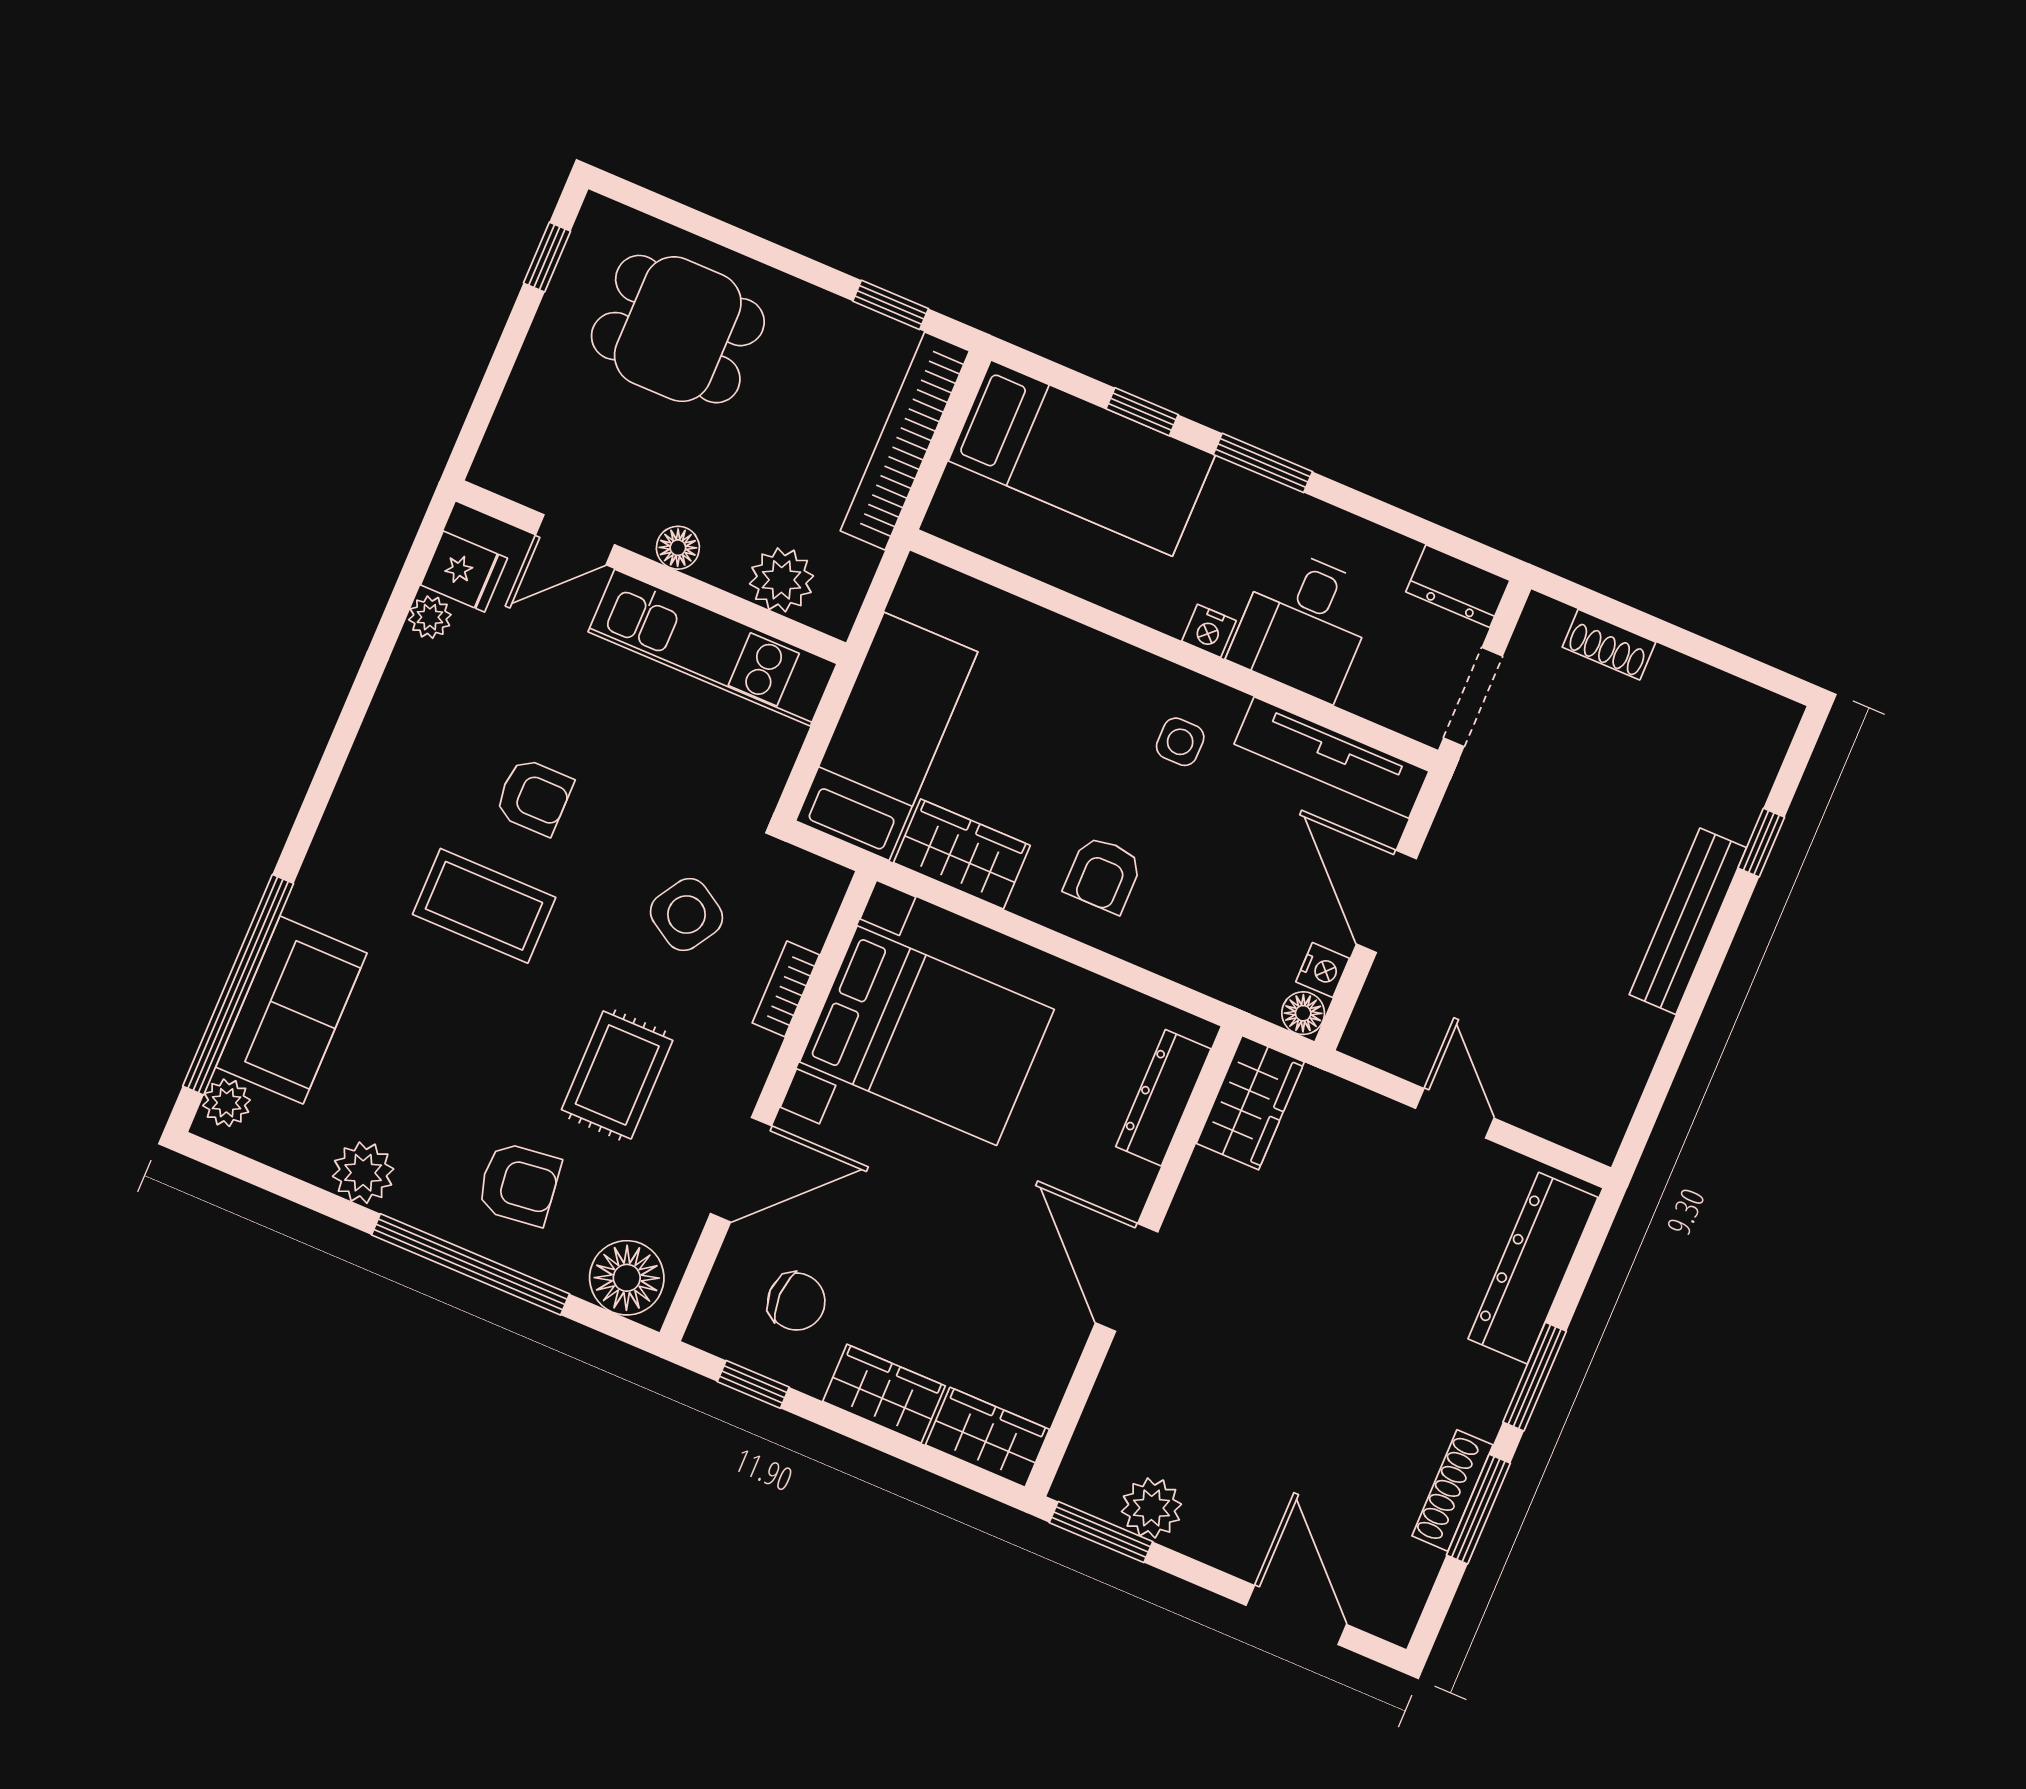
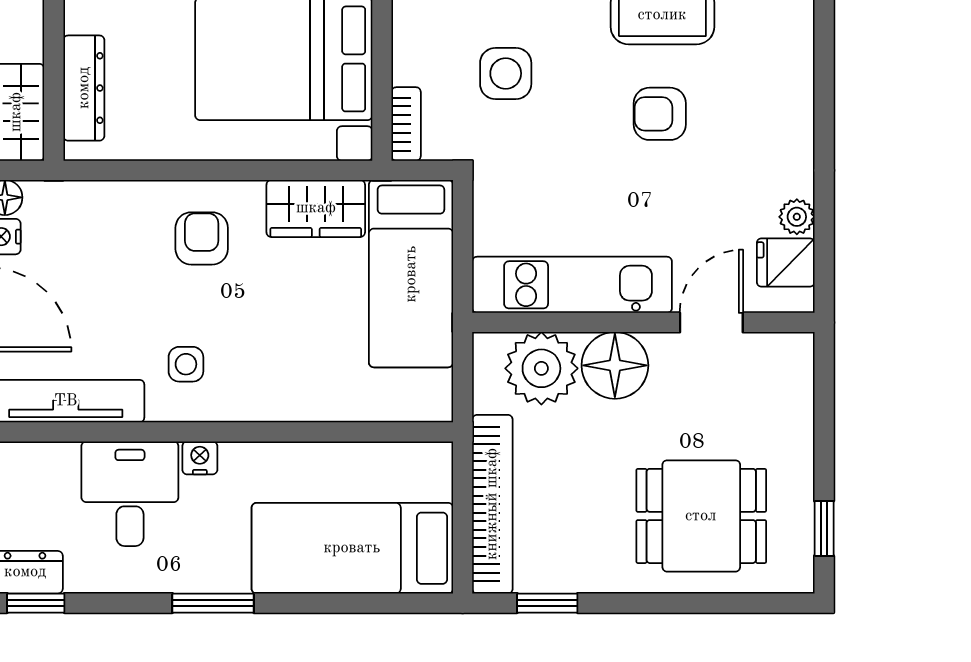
window: (1142, 412) -> (36, 603), moved
floor lamp: (678, 548) -> (615, 365), width x1.89, depth x1.89
plant: (782, 580) -> (541, 368), width x1.36, depth x1.36
side table: (686, 914) -> (506, 73), turned -32
bookcase: (786, 989) -> (406, 124), moved

